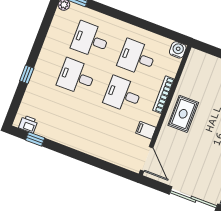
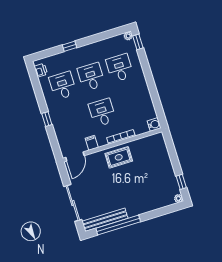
desk: (137, 57) -> (63, 86), moved
window: (35, 139) -> (47, 119), moved

